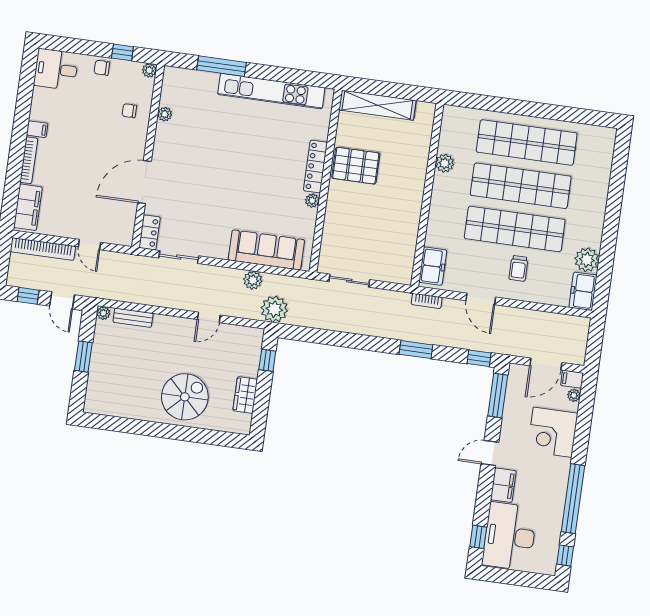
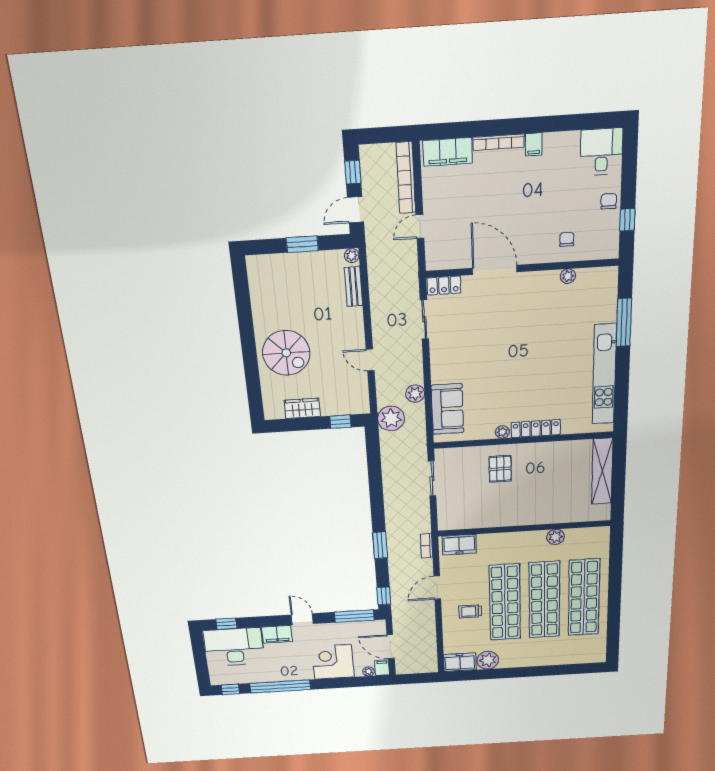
plant: (149, 70) -> (611, 251), removed
pallet: (356, 166) -> (500, 469), moved, width x0.67, depth x0.71
sofa: (266, 250) -> (447, 409), width x0.73

